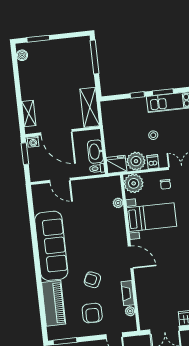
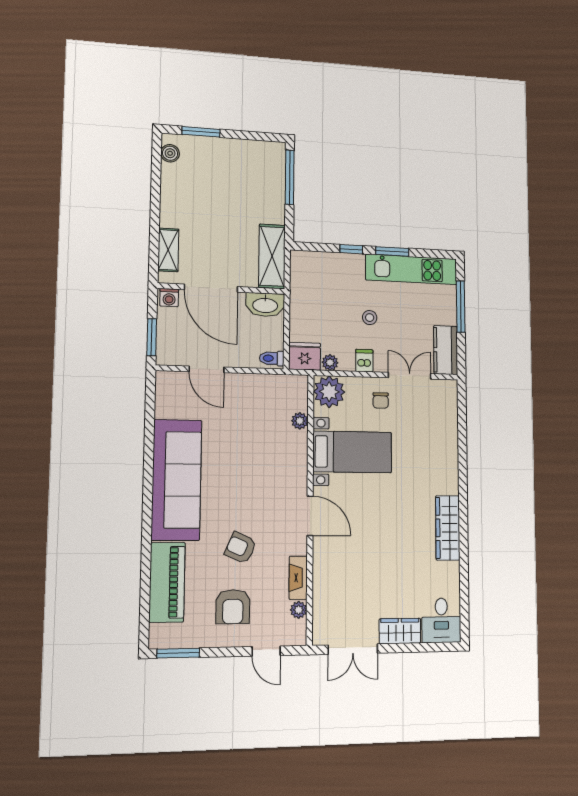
washbasin: (95, 152) -> (265, 305), moved, turned -90
window: (25, 154) -> (152, 337), moved
plant: (136, 161) -> (330, 363), width x0.53, depth x0.53

